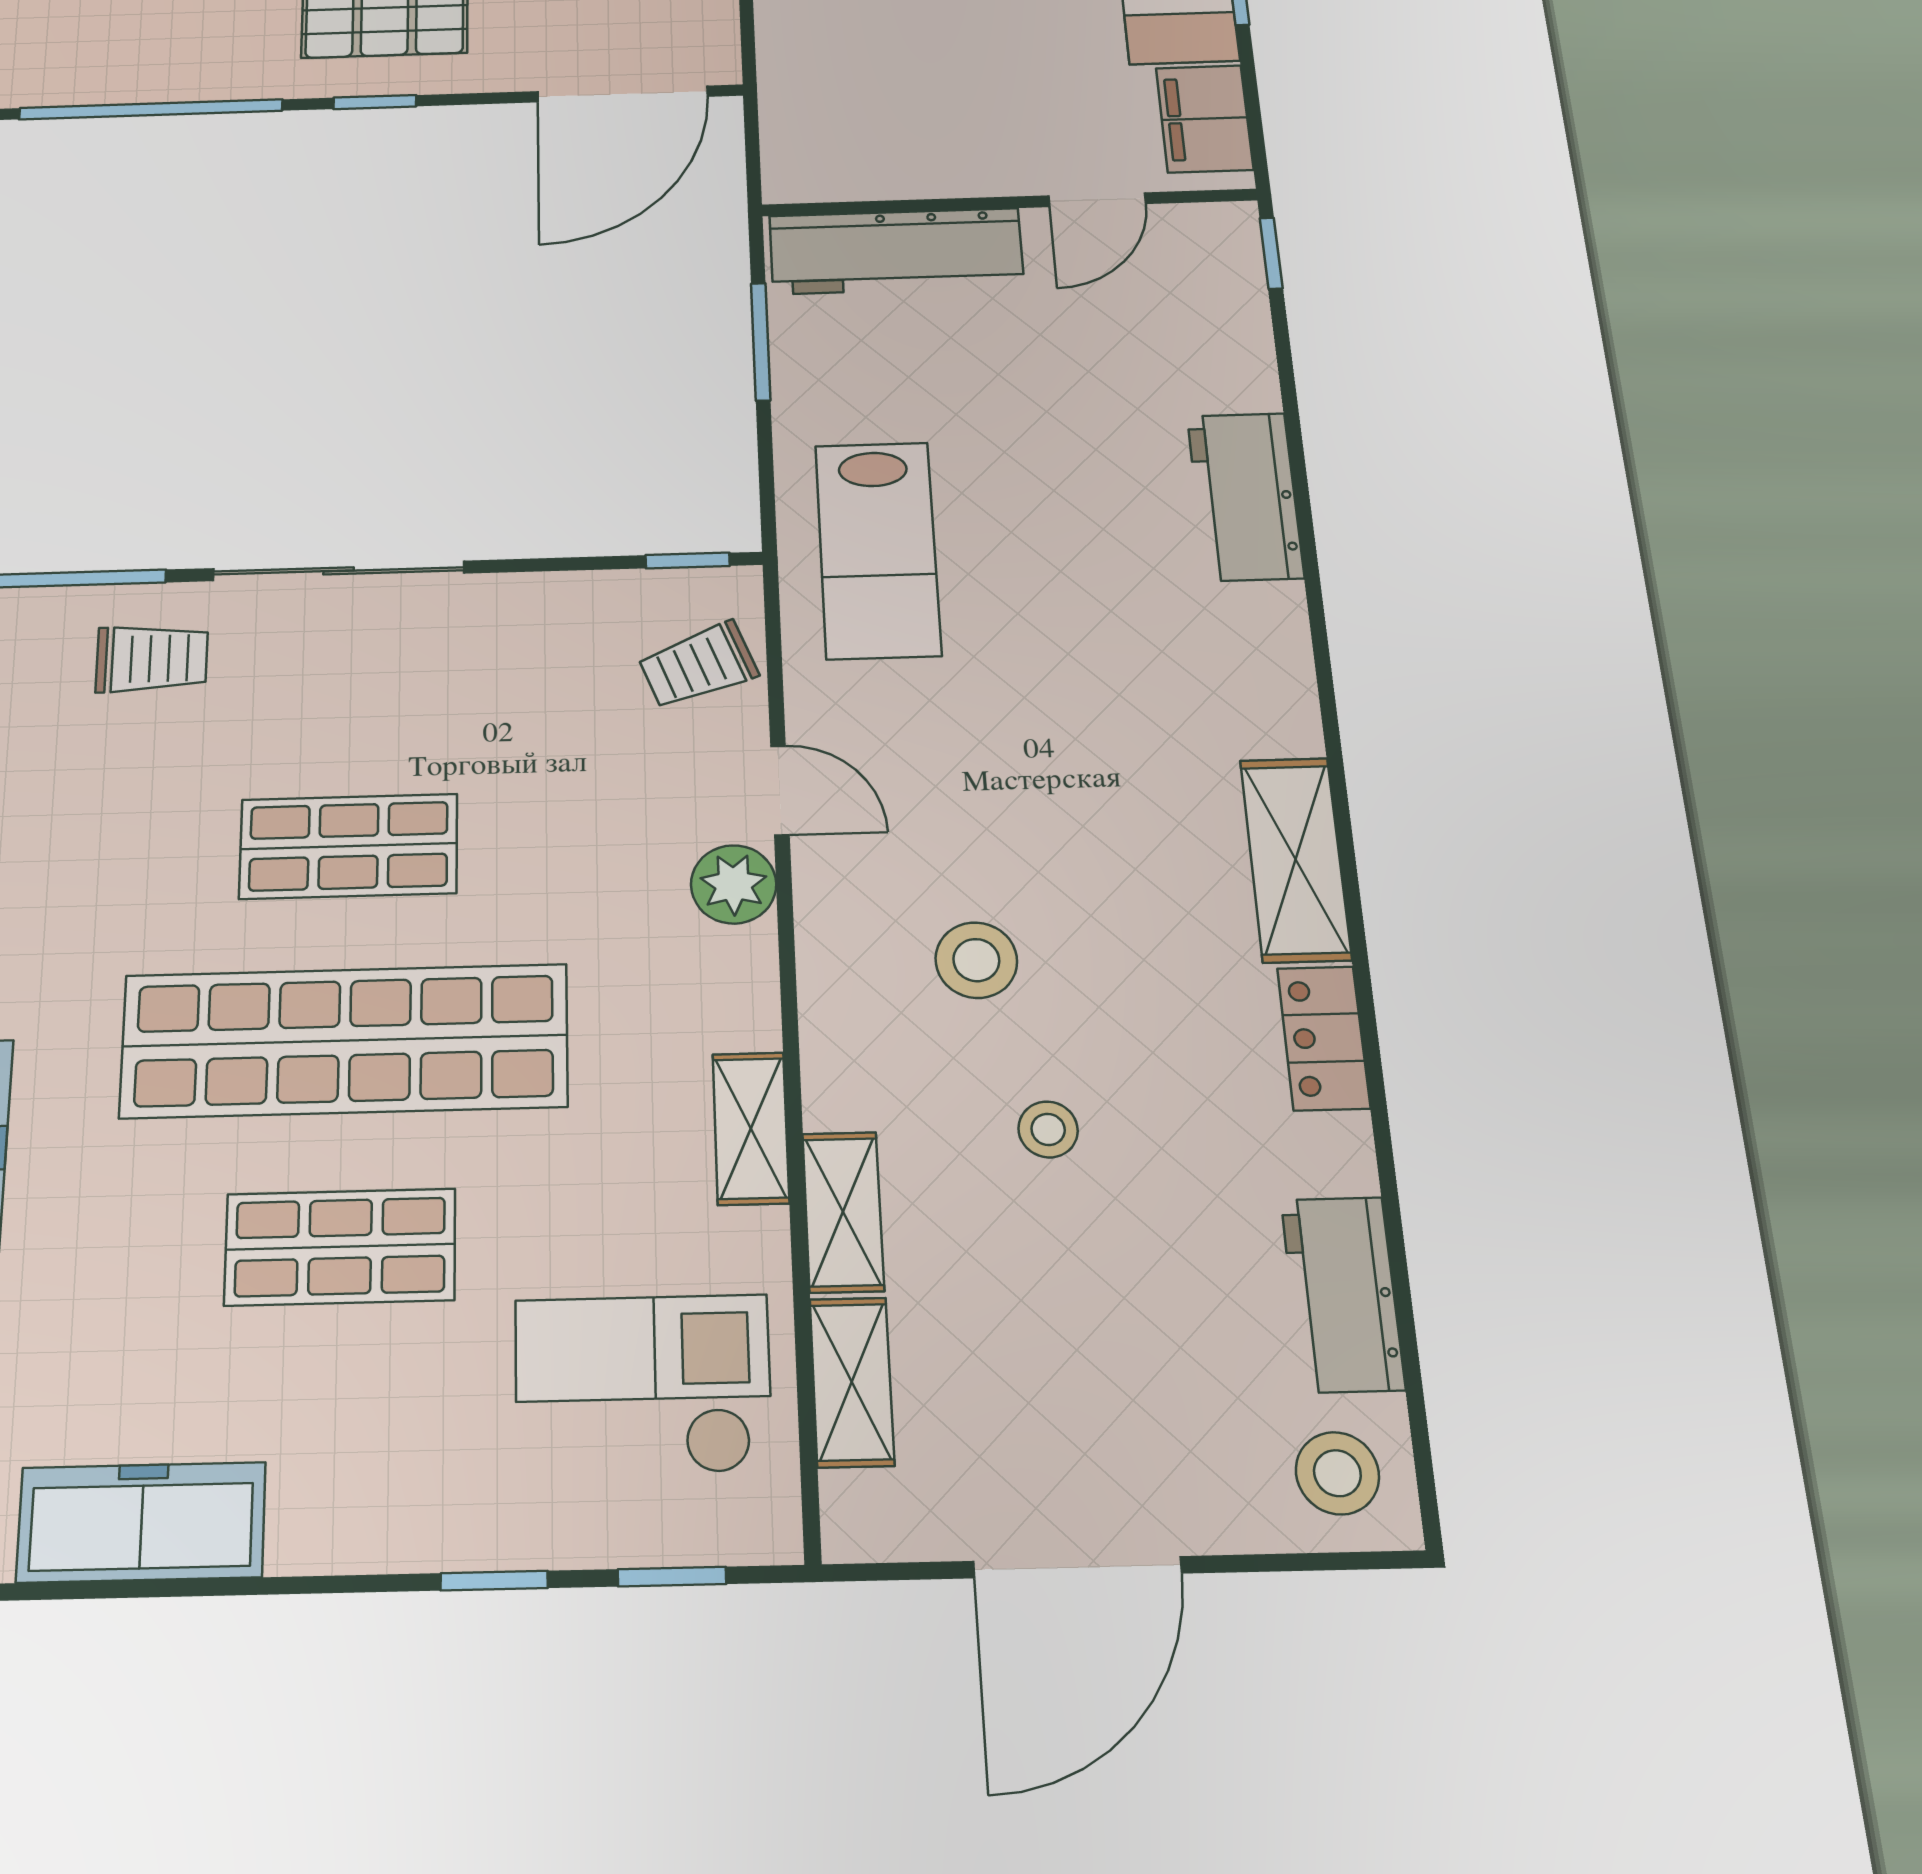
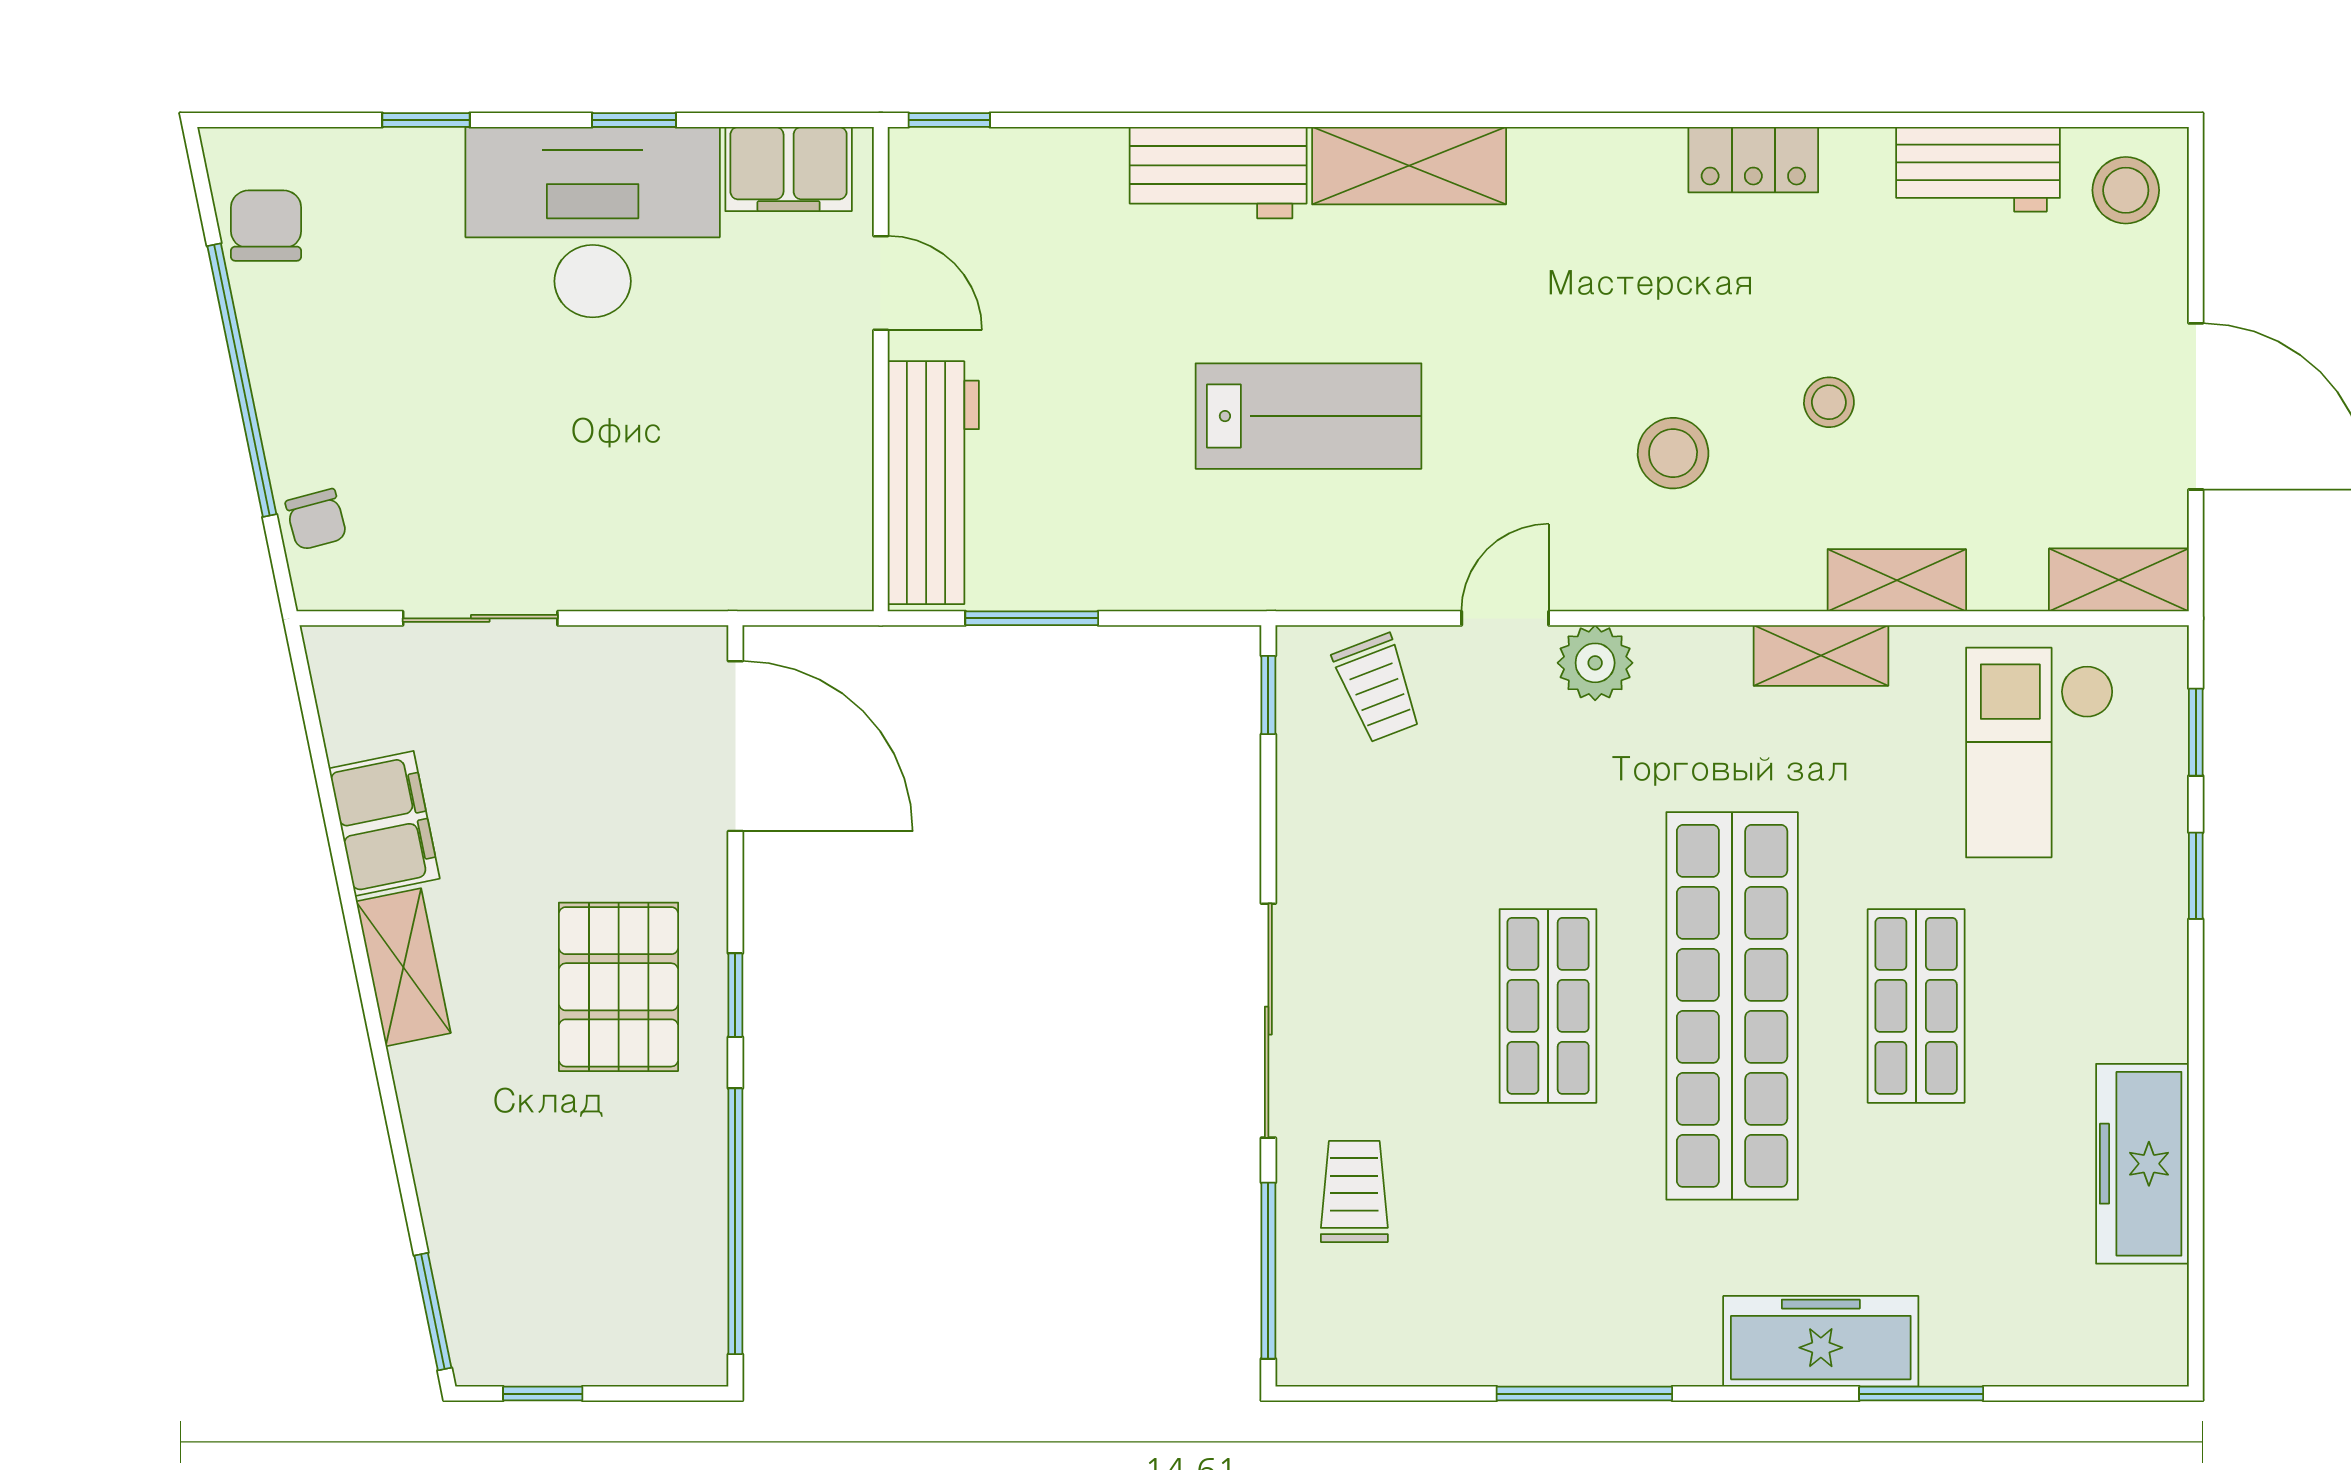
lab bench: (878, 550) -> (1309, 416), moved
shelving: (1295, 859) -> (1409, 166), moved
shelving: (852, 1382) -> (2119, 580), moved

